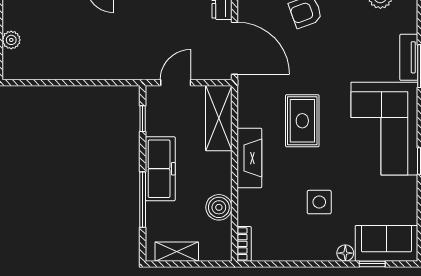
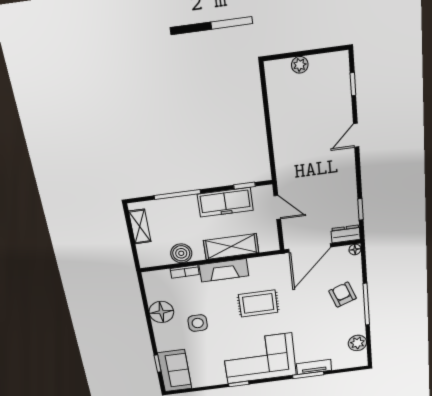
shelving: (219, 118) -> (231, 247), moved
freezer: (160, 169) -> (225, 202), moved
bookcase: (244, 244) -> (185, 272), moved
floor lamp: (345, 253) -> (161, 312), moved, width x1.89, depth x1.89

